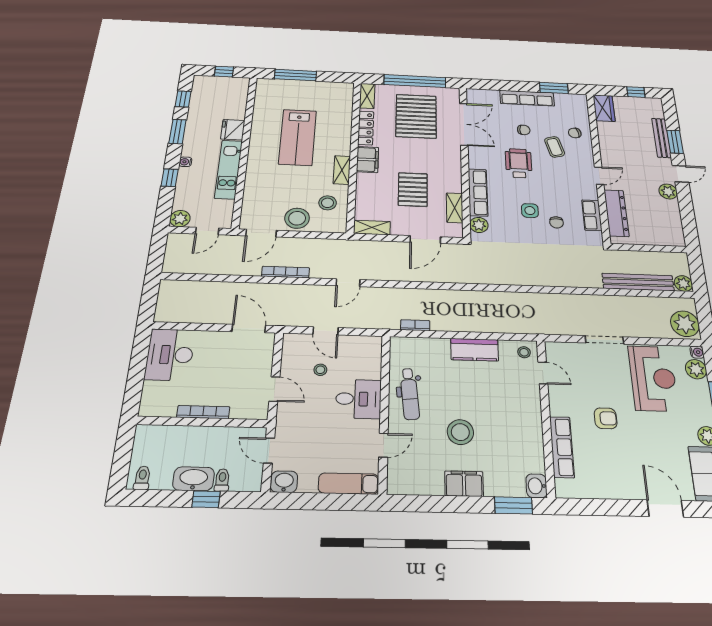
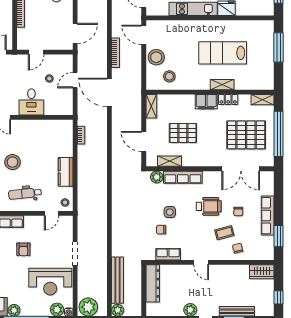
locker: (366, 128) -> (228, 100), width x0.66
shelving: (342, 170) -> (222, 85), moved
dresser: (616, 213) -> (153, 283), moved, turned -90
door: (348, 283) -> (109, 92), width x1.87
dental chair: (410, 394) -> (25, 194), moved

